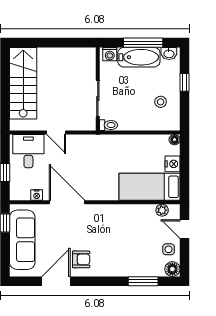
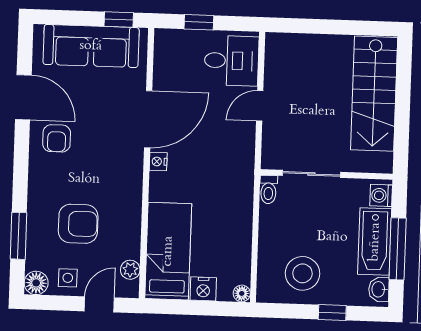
stairs: (23, 83) -> (374, 94), moved, turned 90
stool: (161, 102) -> (302, 273), width x1.89, depth x1.89
nightstand: (37, 195) -> (158, 162), moved
armchair: (134, 244) -> (78, 224), added

